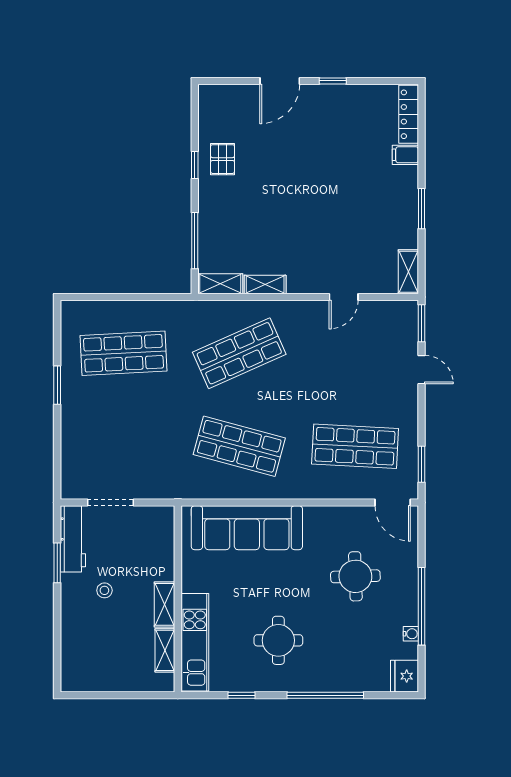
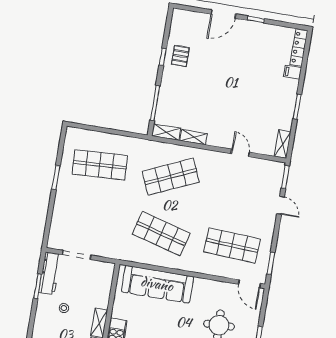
door: (344, 297) -> (240, 153), swing flipped

